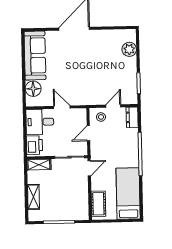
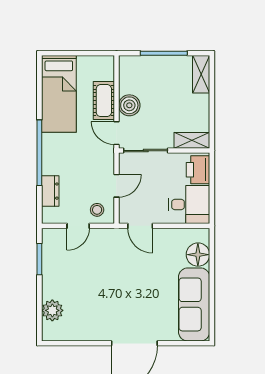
door: (62, 107) -> (140, 226), moved
dresser: (132, 117) -> (50, 191), moved
door: (89, 168) -> (116, 133), hinge flipped
boiler: (81, 187) -> (129, 105), added
shelving: (33, 197) -> (201, 74), moved
cot: (98, 204) -> (104, 101), moved

